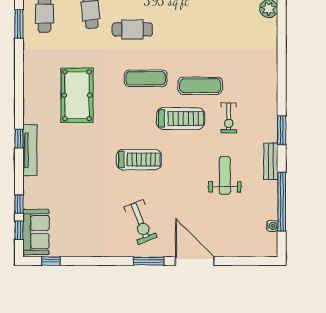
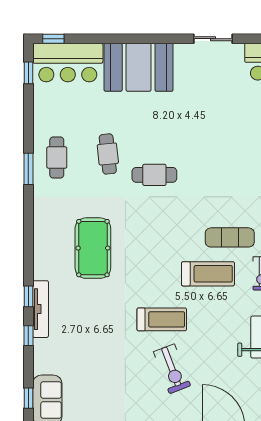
exercise mat: (146, 78) -> (169, 229), removed
window: (19, 204) -> (28, 336), moved
exercise bike: (141, 222) -> (172, 369), moved

